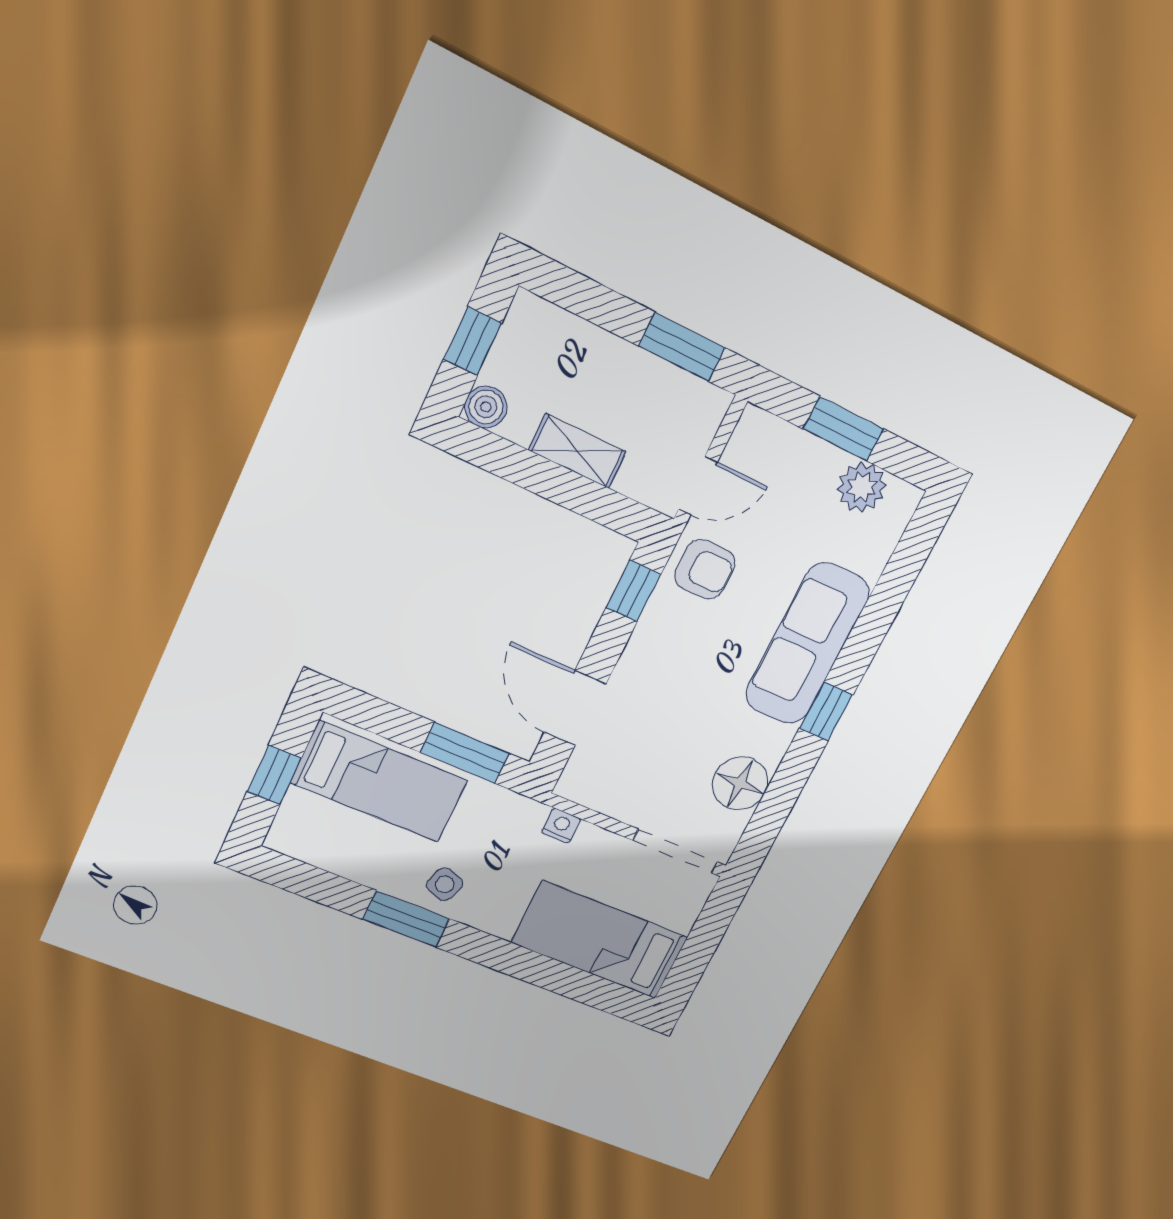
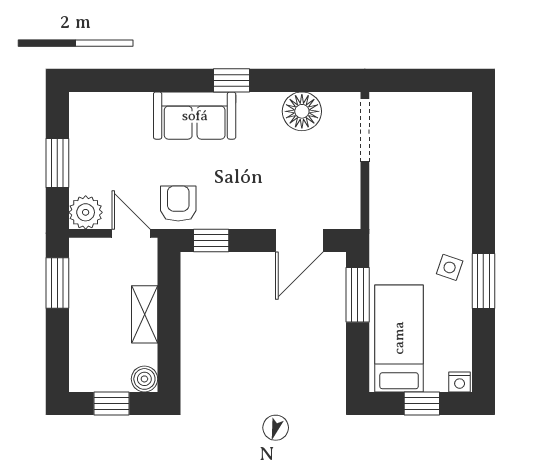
plant: (862, 487) -> (86, 212), moved
sofa: (807, 644) -> (195, 116), width x0.73
nightstand: (561, 826) -> (460, 382), moved, turned -90
bed: (600, 940) -> (446, 149), removed

